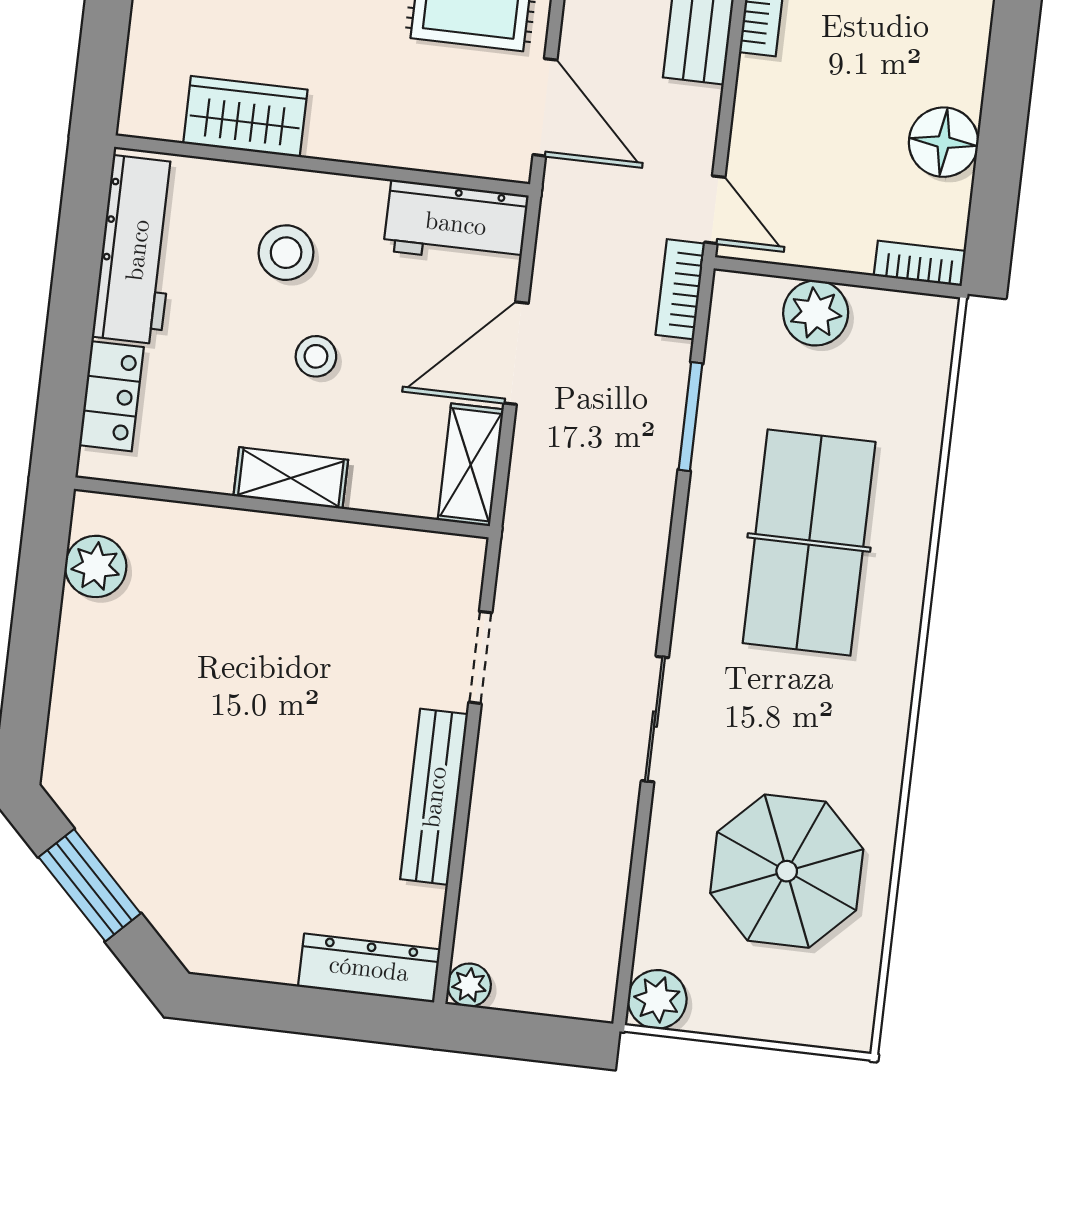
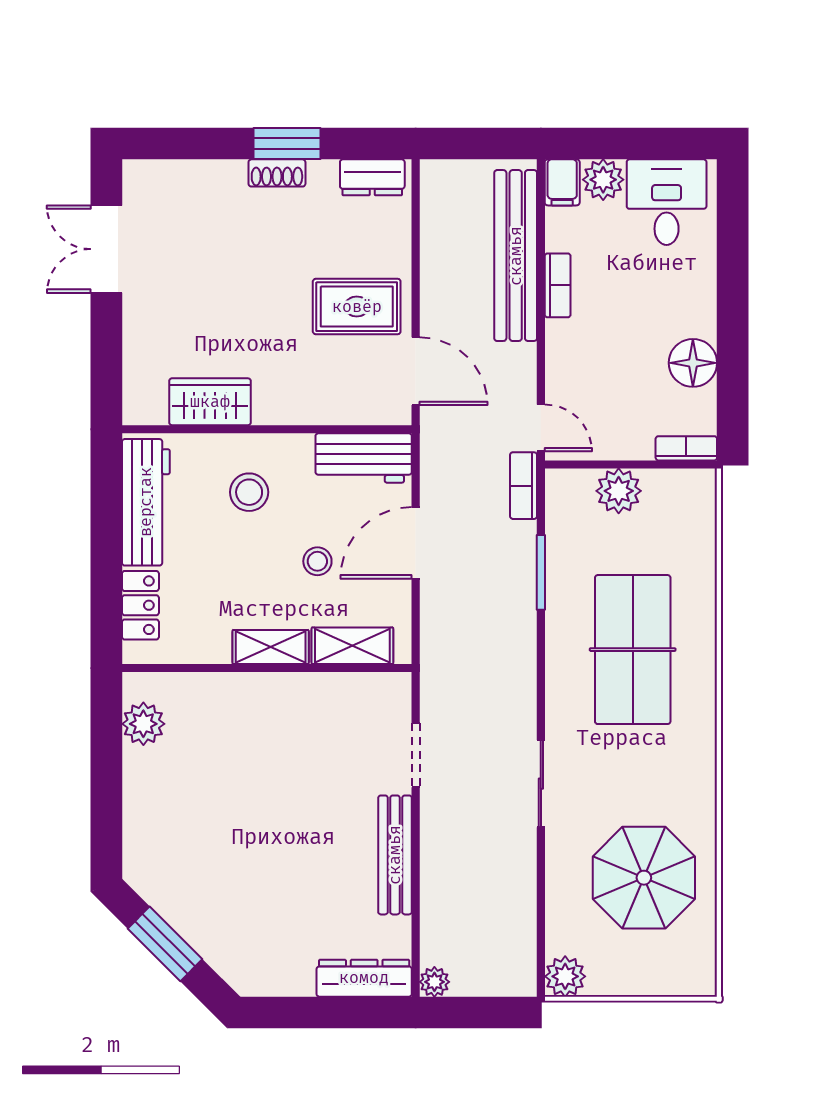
stool: (316, 356) -> (317, 561), moved
shelving: (471, 465) -> (352, 646), moved, turned 90

